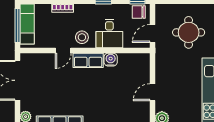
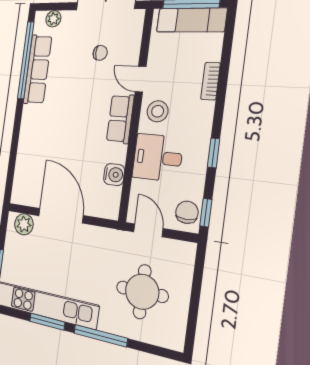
water cooler: (111, 60) -> (114, 175), moved
chair: (48, 80) -> (100, 53), added
door: (152, 92) -> (61, 216), width x1.88

